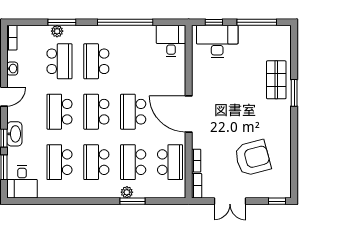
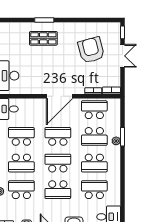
school desk: (133, 61) -> (21, 136), added
shop shelf: (276, 80) -> (43, 38), moved
school desk: (96, 112) -> (58, 163), turned 180
school desk: (133, 112) -> (58, 136), turned 180
school desk: (59, 162) -> (94, 190), turned 180
double door: (230, 201) -> (122, 56), moved

